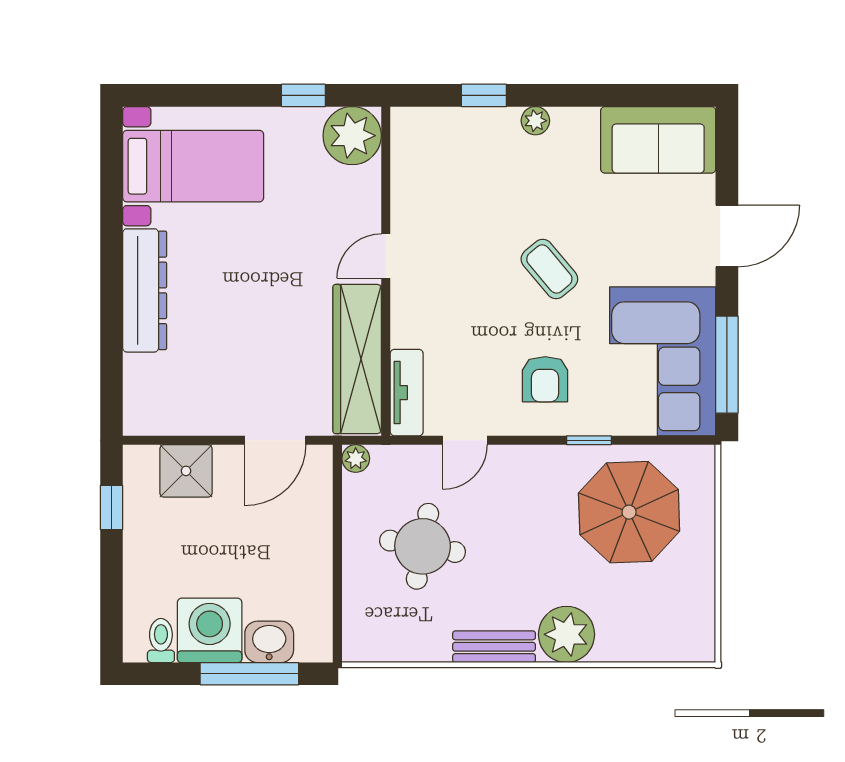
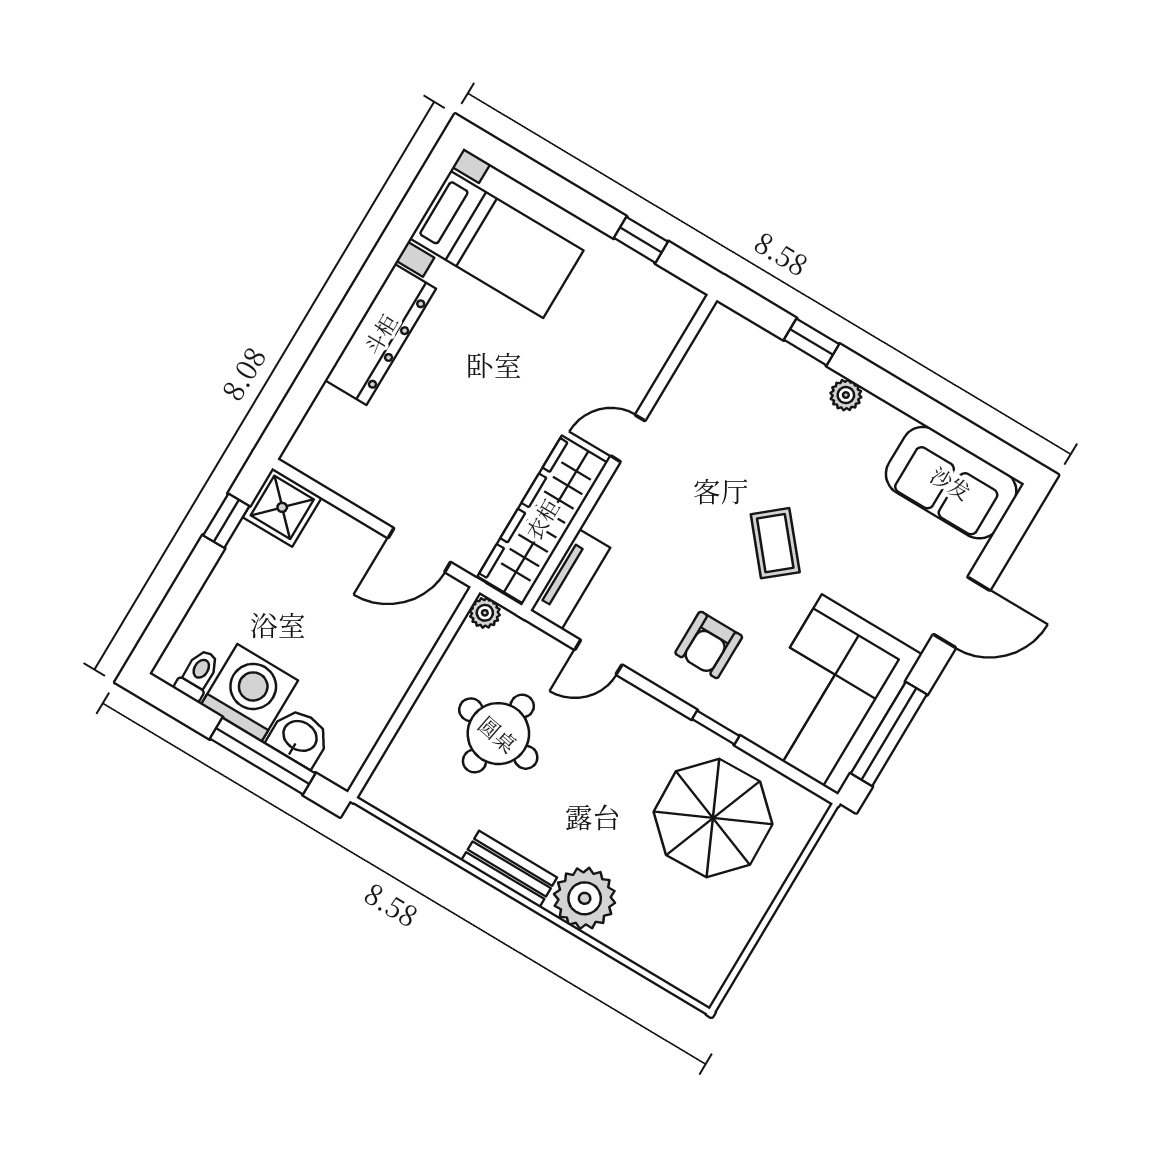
plant: (352, 136) -> (664, 305), removed
shower: (186, 471) -> (282, 507), moved

